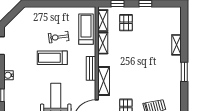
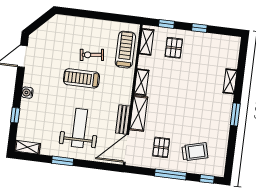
shelving: (103, 43) -> (141, 82), moved
bench: (91, 68) -> (123, 119), moved

